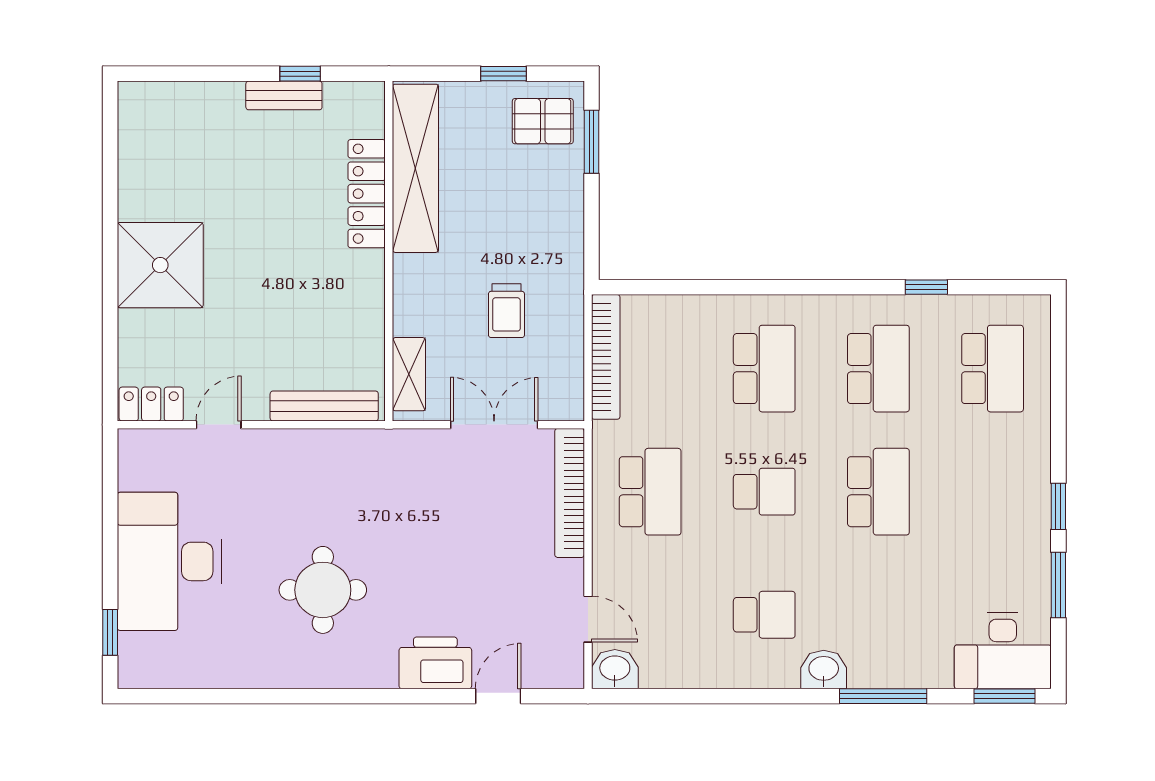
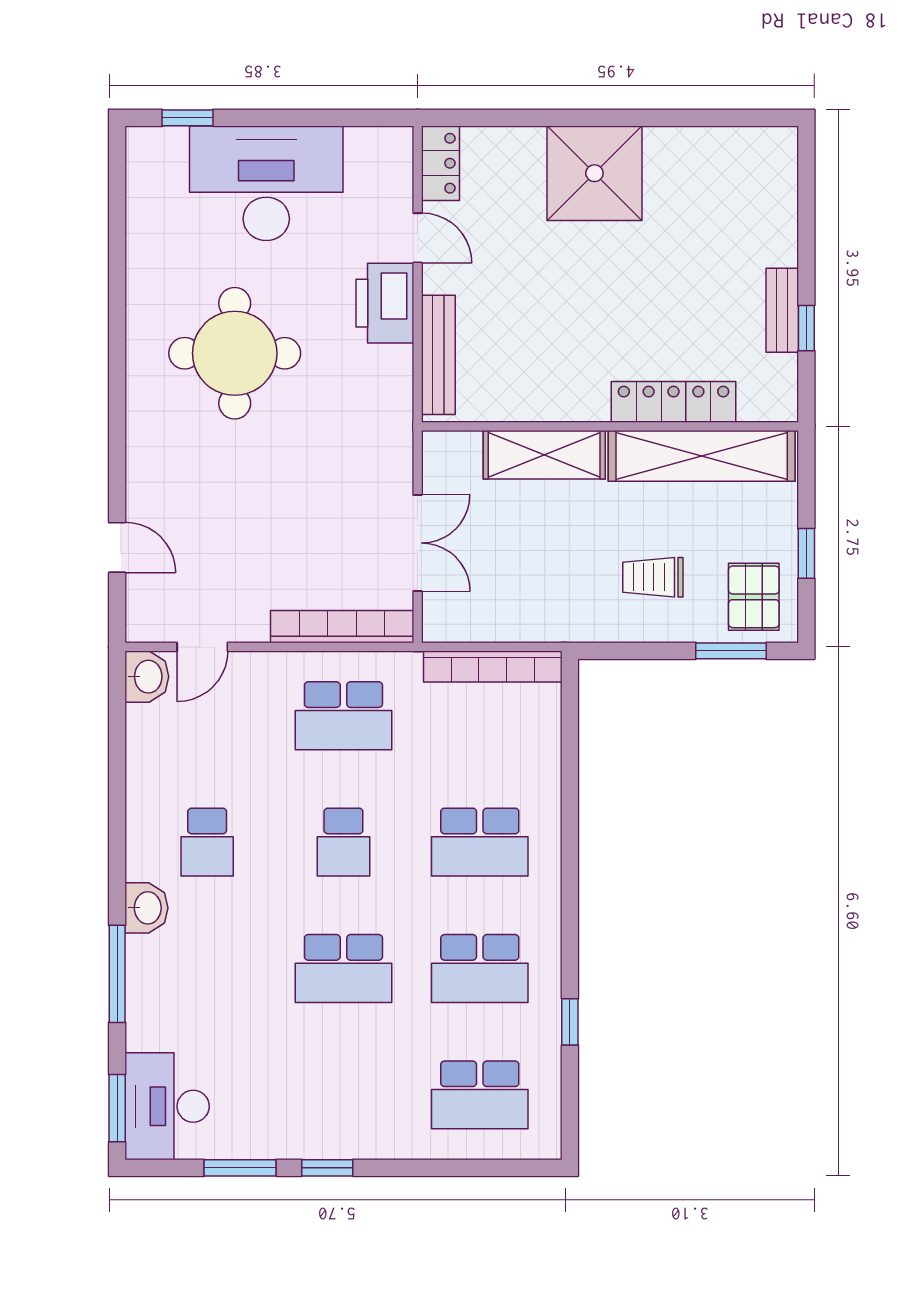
trolley: (506, 311) -> (653, 577), moved
shelving: (409, 374) -> (544, 455), moved, width x1.50, depth x1.33
round table: (323, 590) -> (235, 353), width x1.36, depth x1.36
printer: (435, 663) -> (385, 303), moved, turned 180

